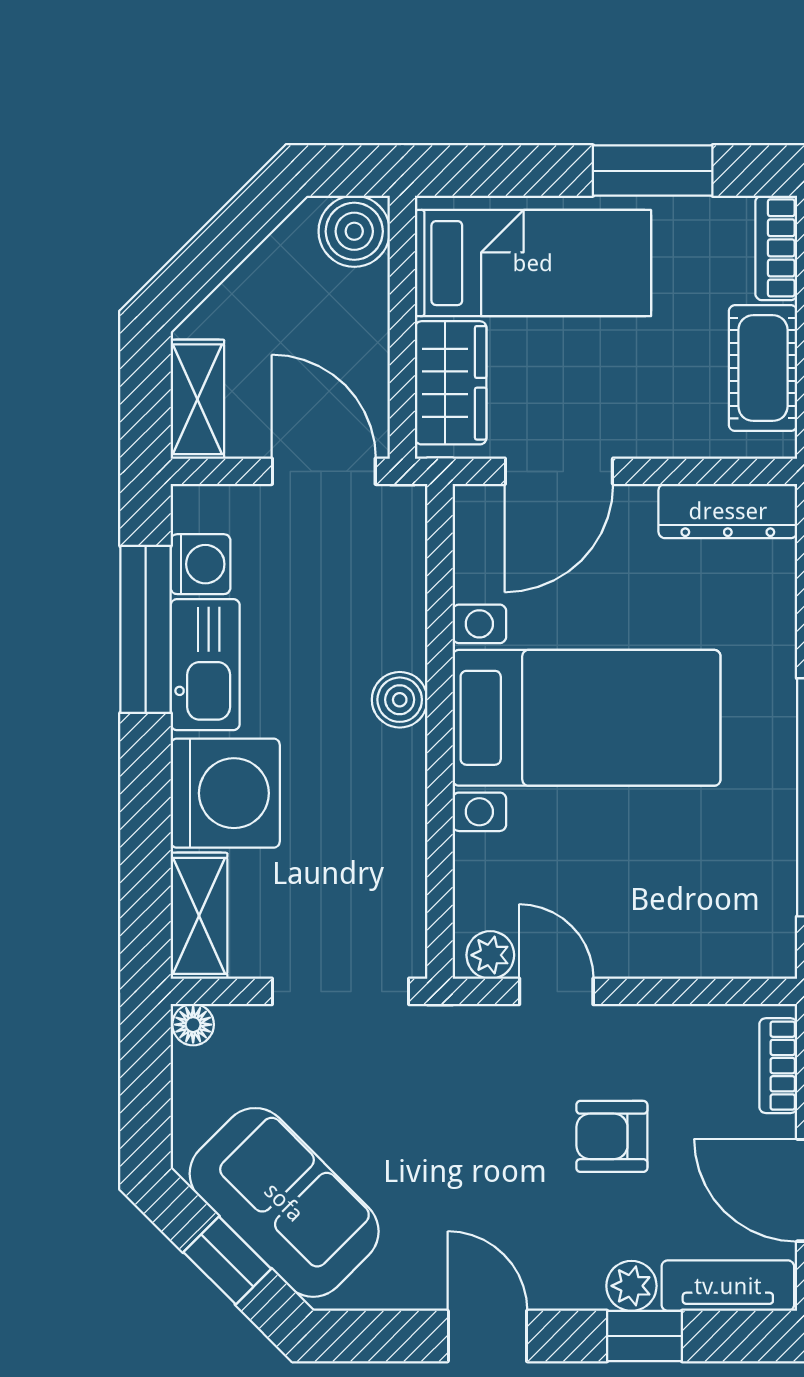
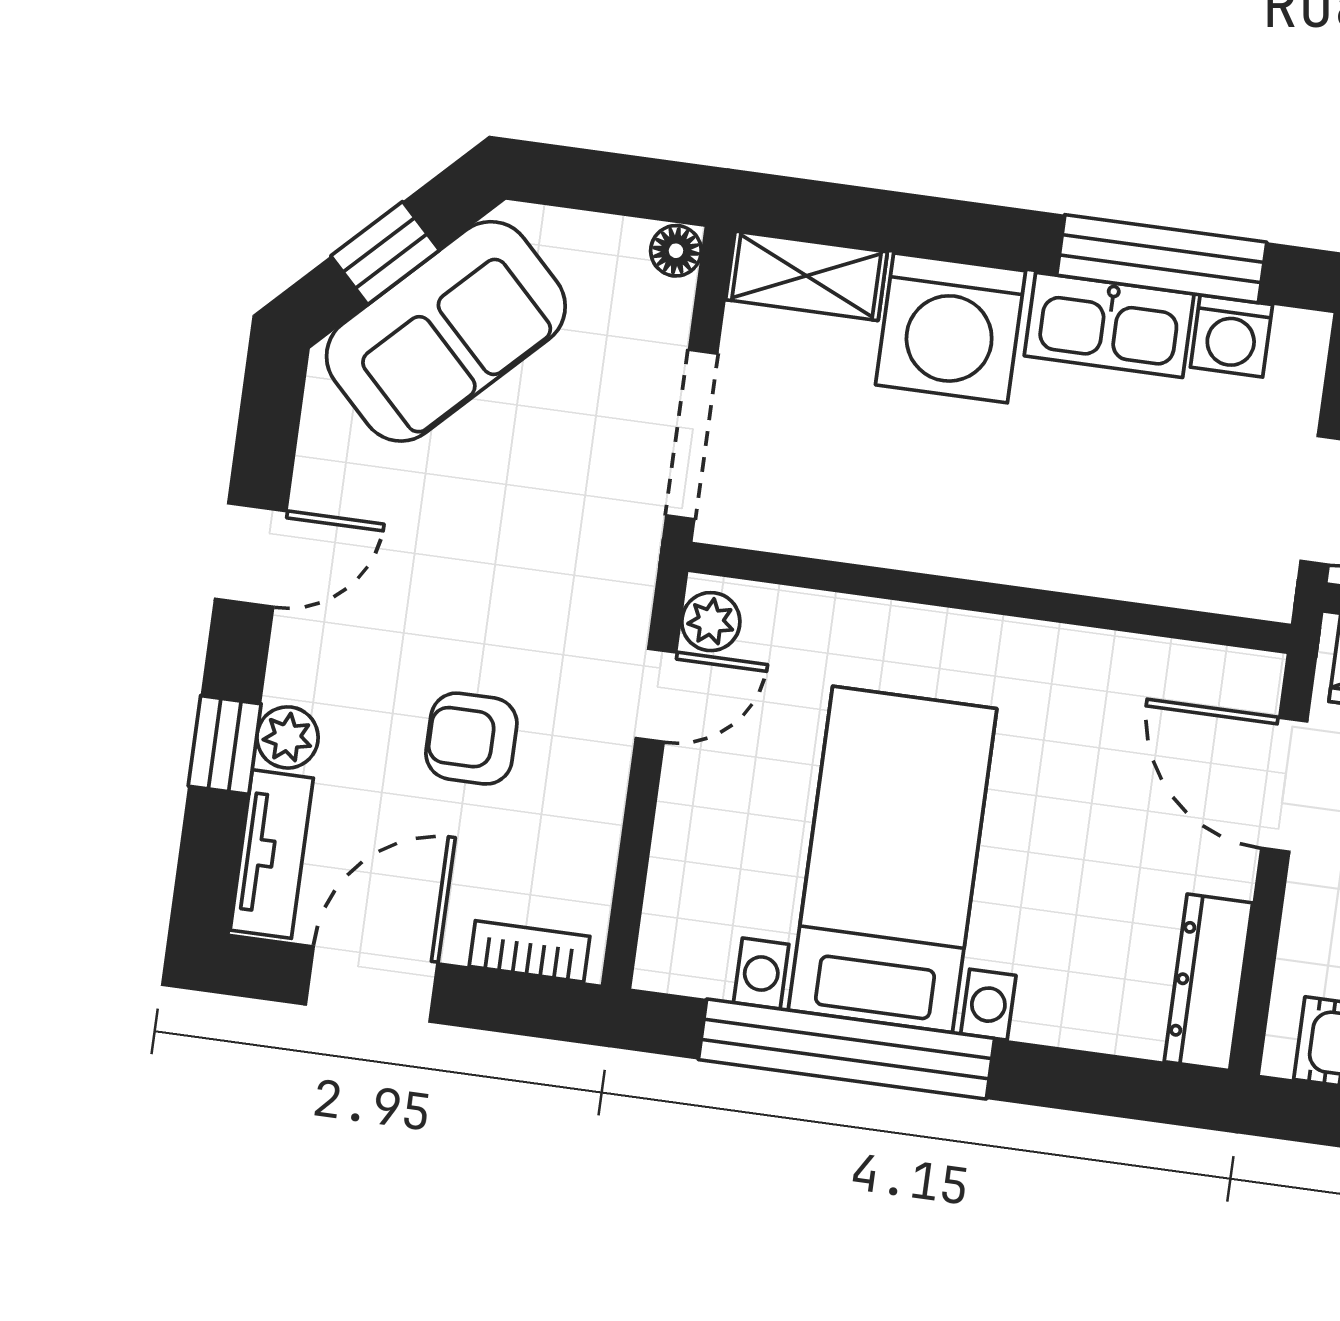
boiler: (400, 700) -> (1035, 554), removed
bed with nightstands: (587, 718) -> (893, 859), moved, turned 180
armchair: (612, 1136) -> (471, 739), turned -90

